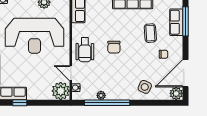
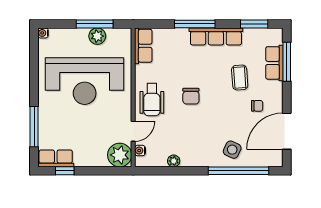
door: (71, 73) -> (133, 131), swing flipped
plant: (176, 93) -> (274, 158), removed
window: (107, 103) -> (239, 171), moved

